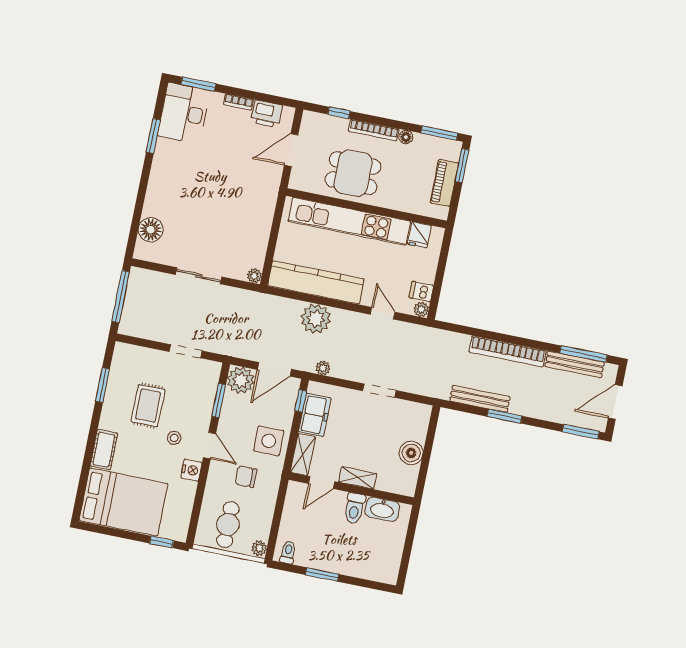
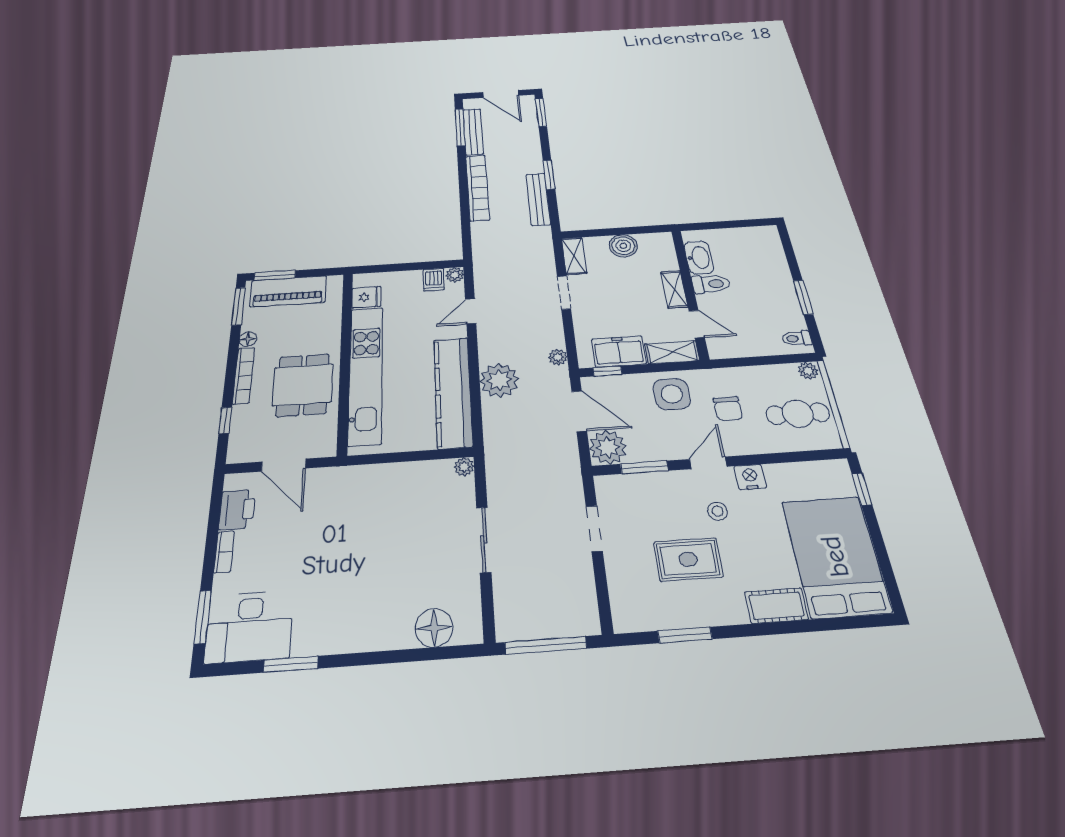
piano: (444, 183) -> (288, 291), width x1.37, depth x1.33
shelving: (413, 410) -> (574, 256), added

